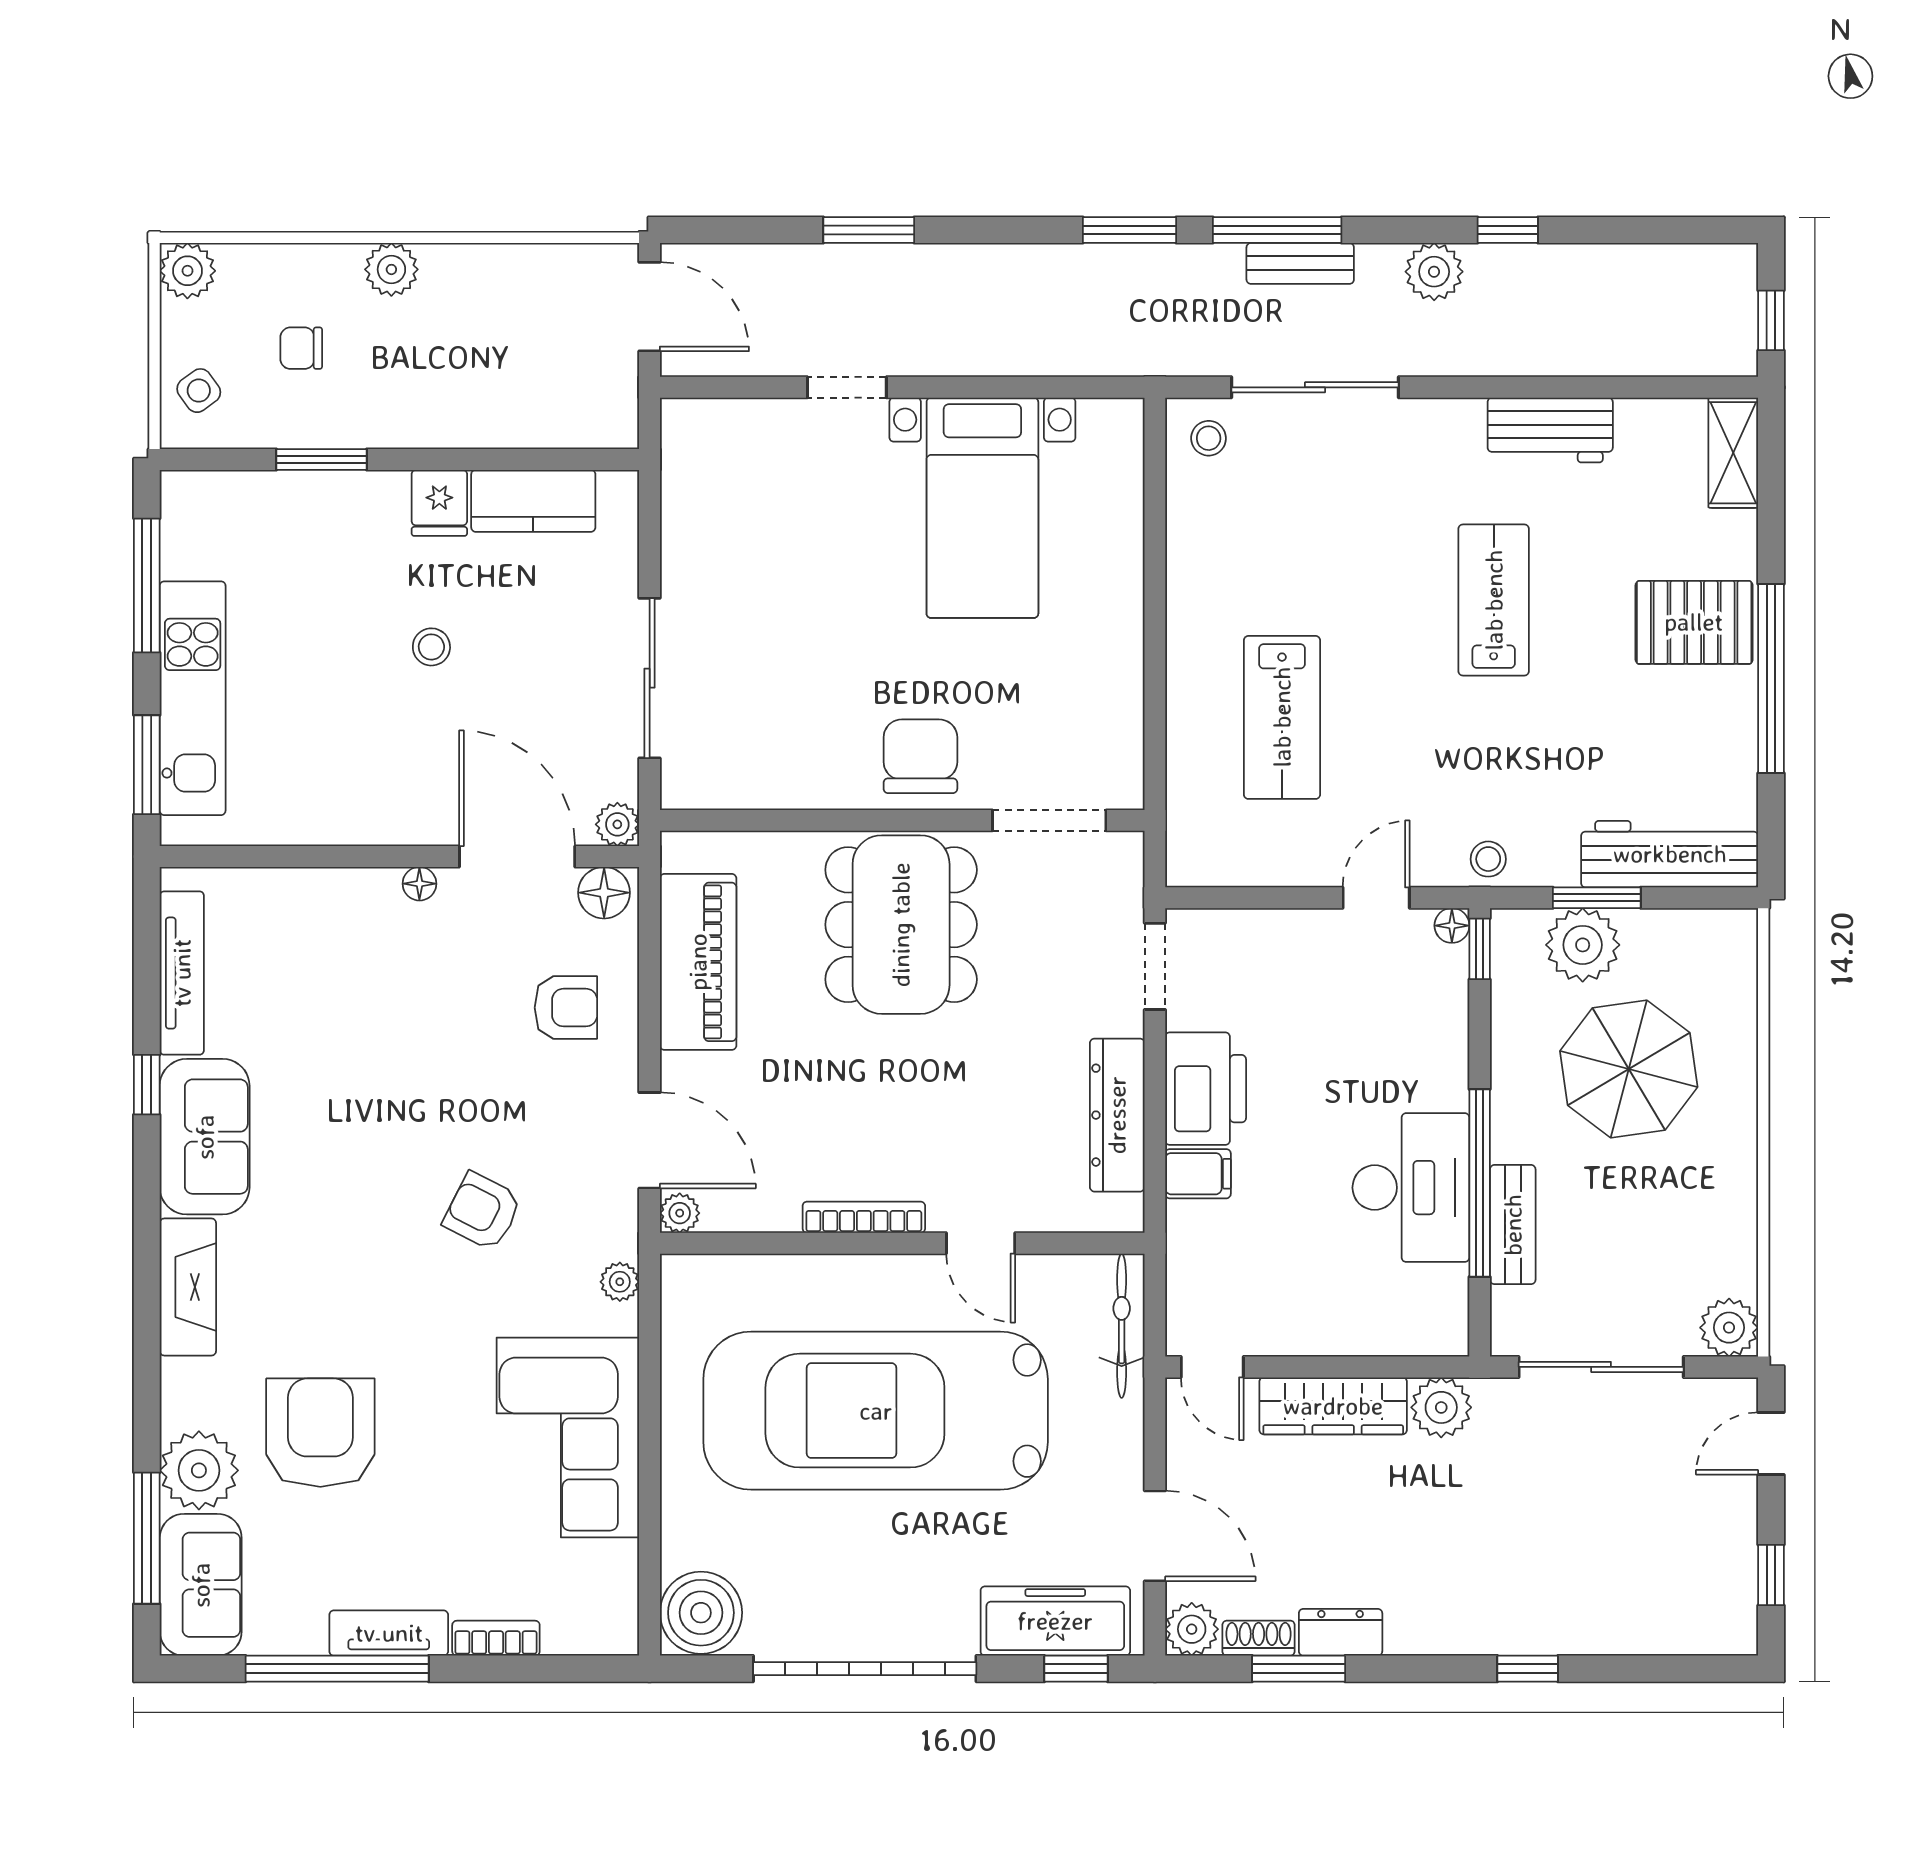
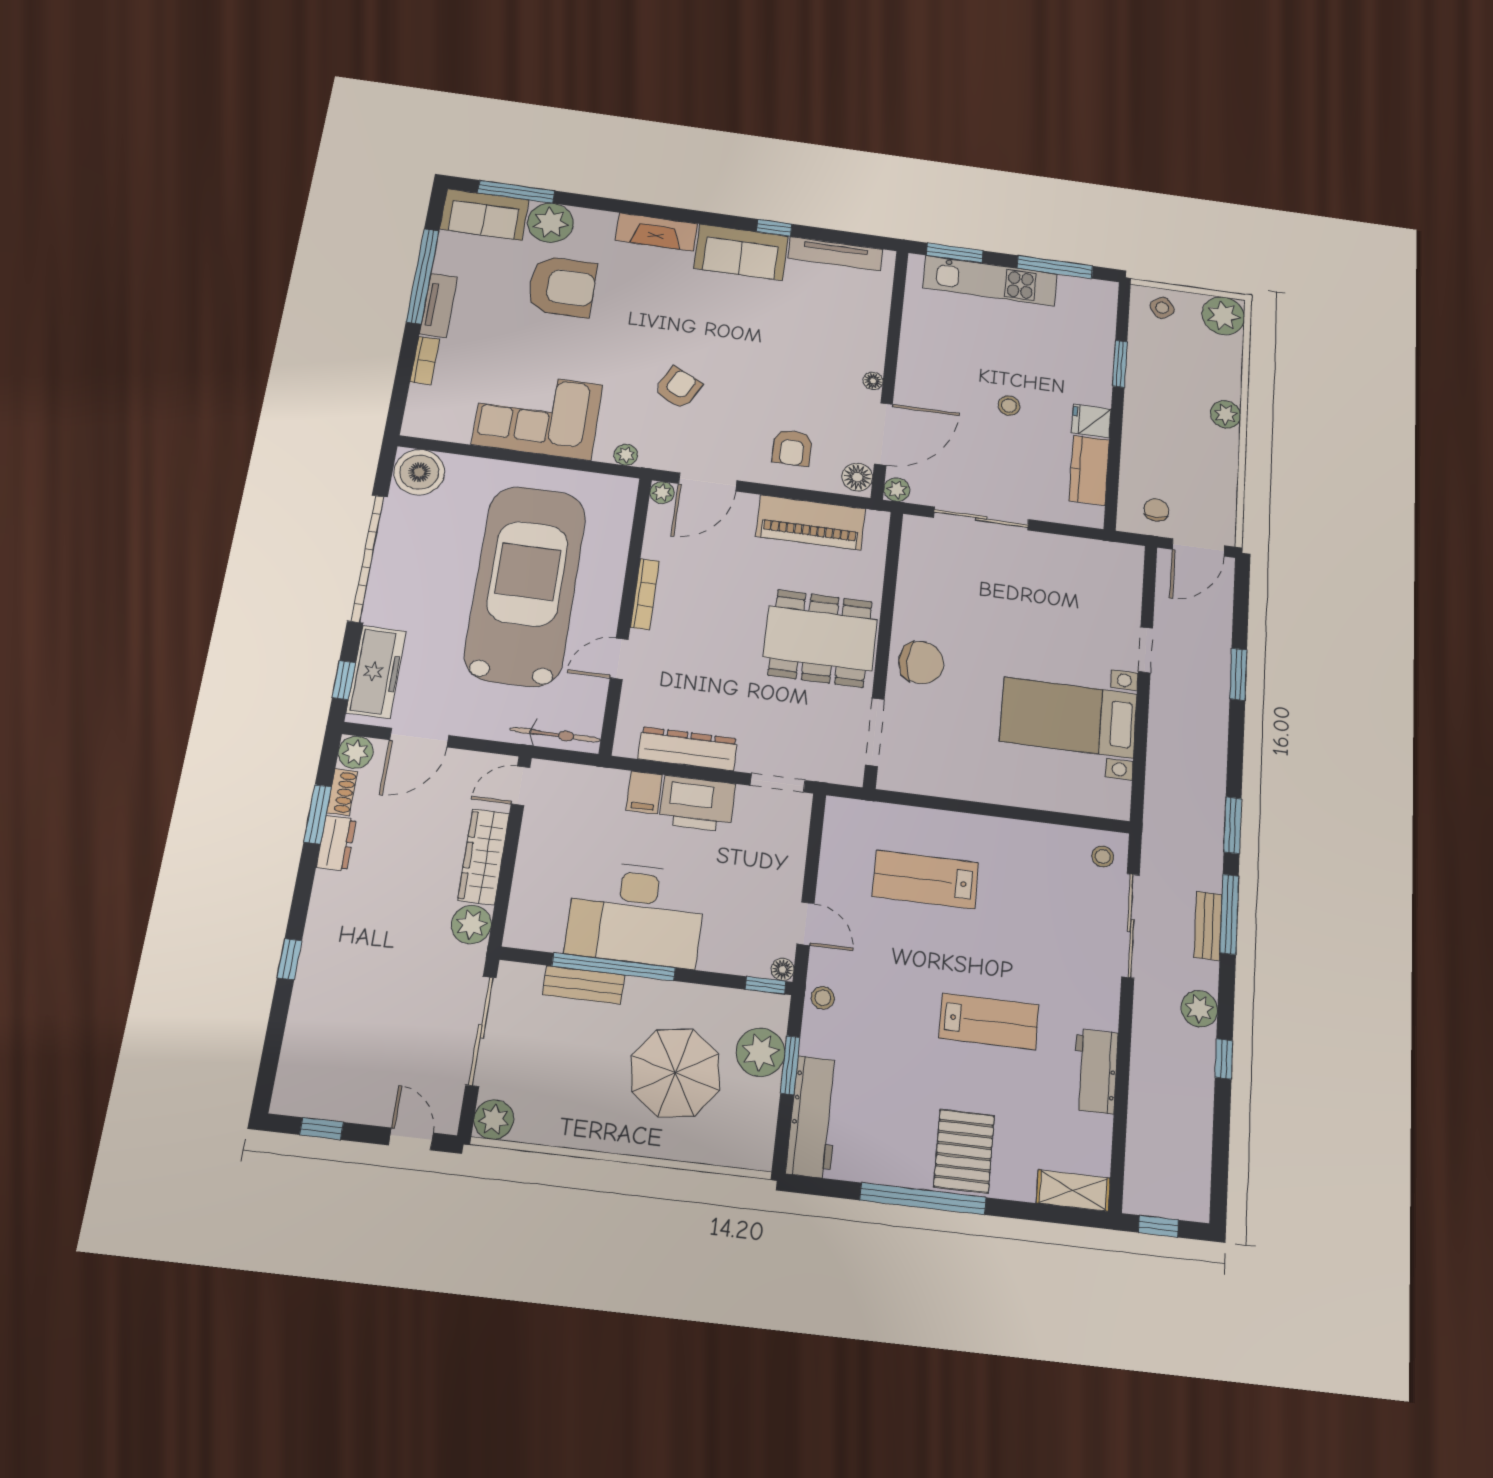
plant: (187, 271) -> (1223, 316), width x1.36, depth x1.36
chair: (301, 348) -> (1156, 510), moved
desk: (1411, 1188) -> (636, 914), width x1.36, depth x1.30

